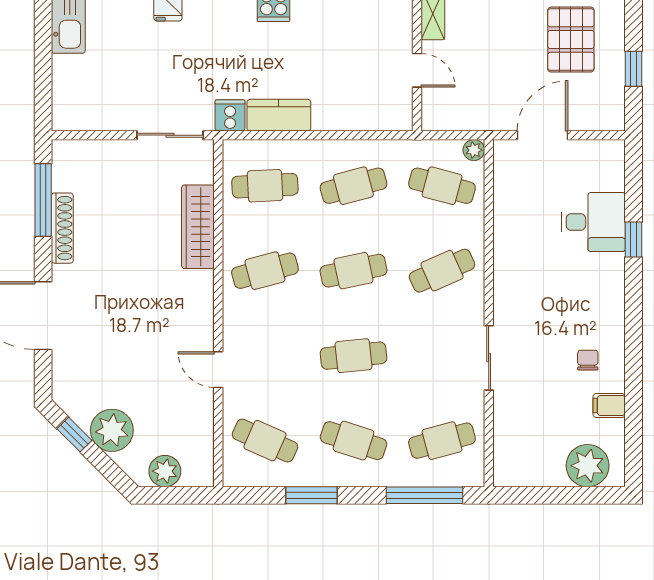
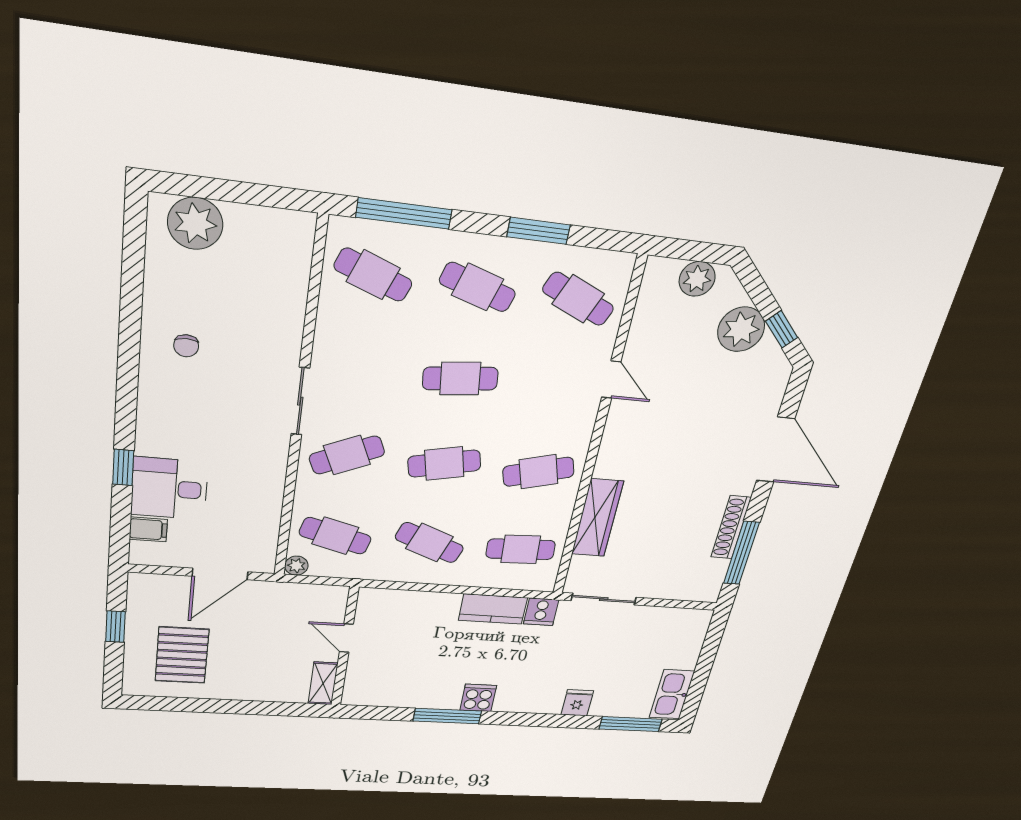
cafe table: (353, 186) -> (429, 543), turned 36
sliding door: (489, 358) -> (300, 401), moved
filing cabinet: (609, 405) -> (148, 529), moved
cafe table: (442, 441) -> (373, 275), turned 36

